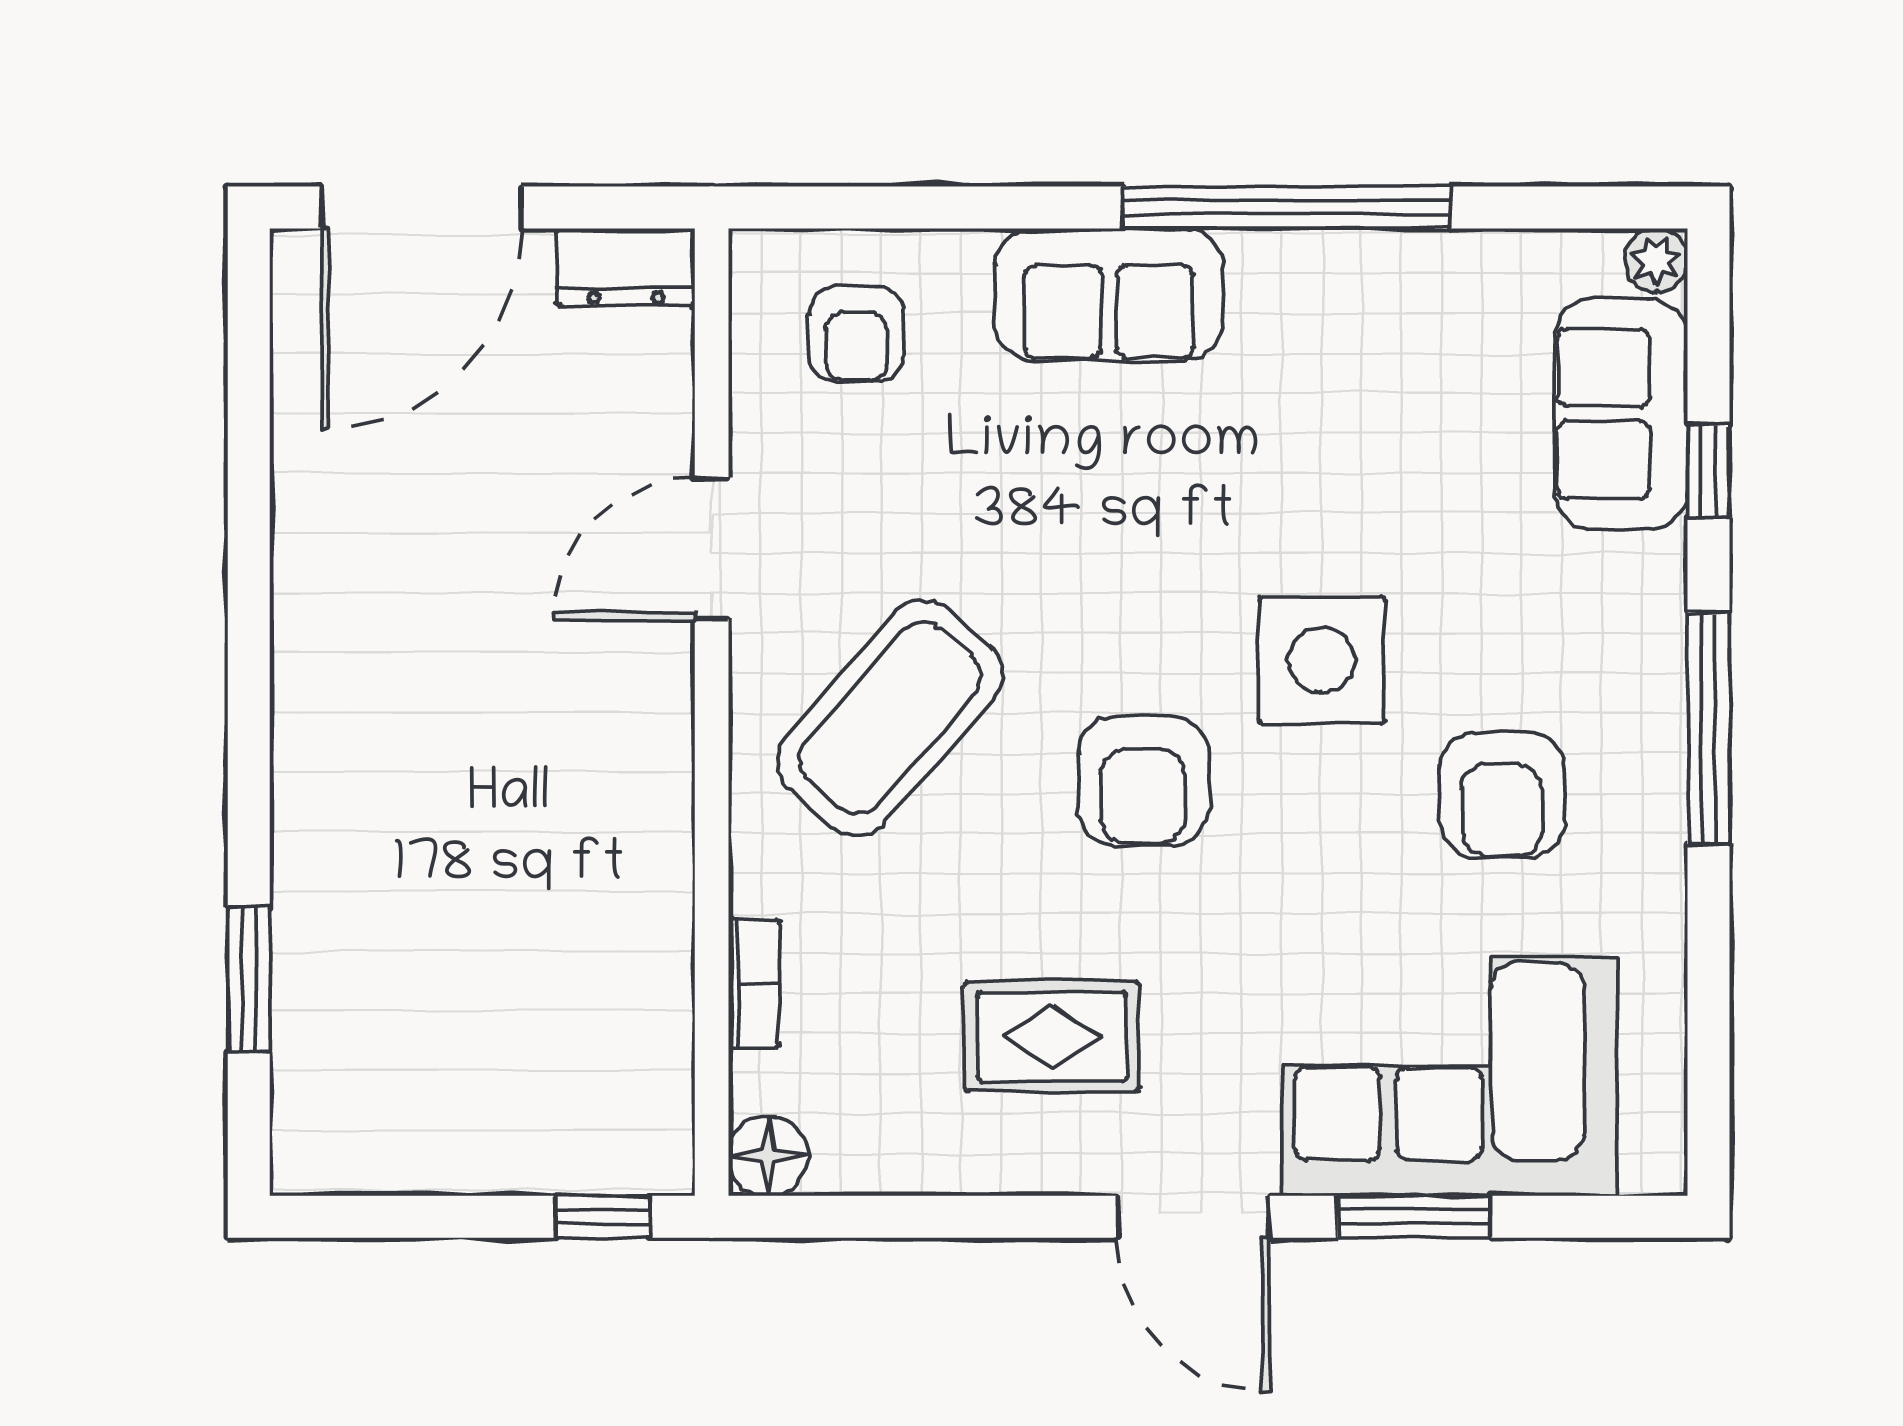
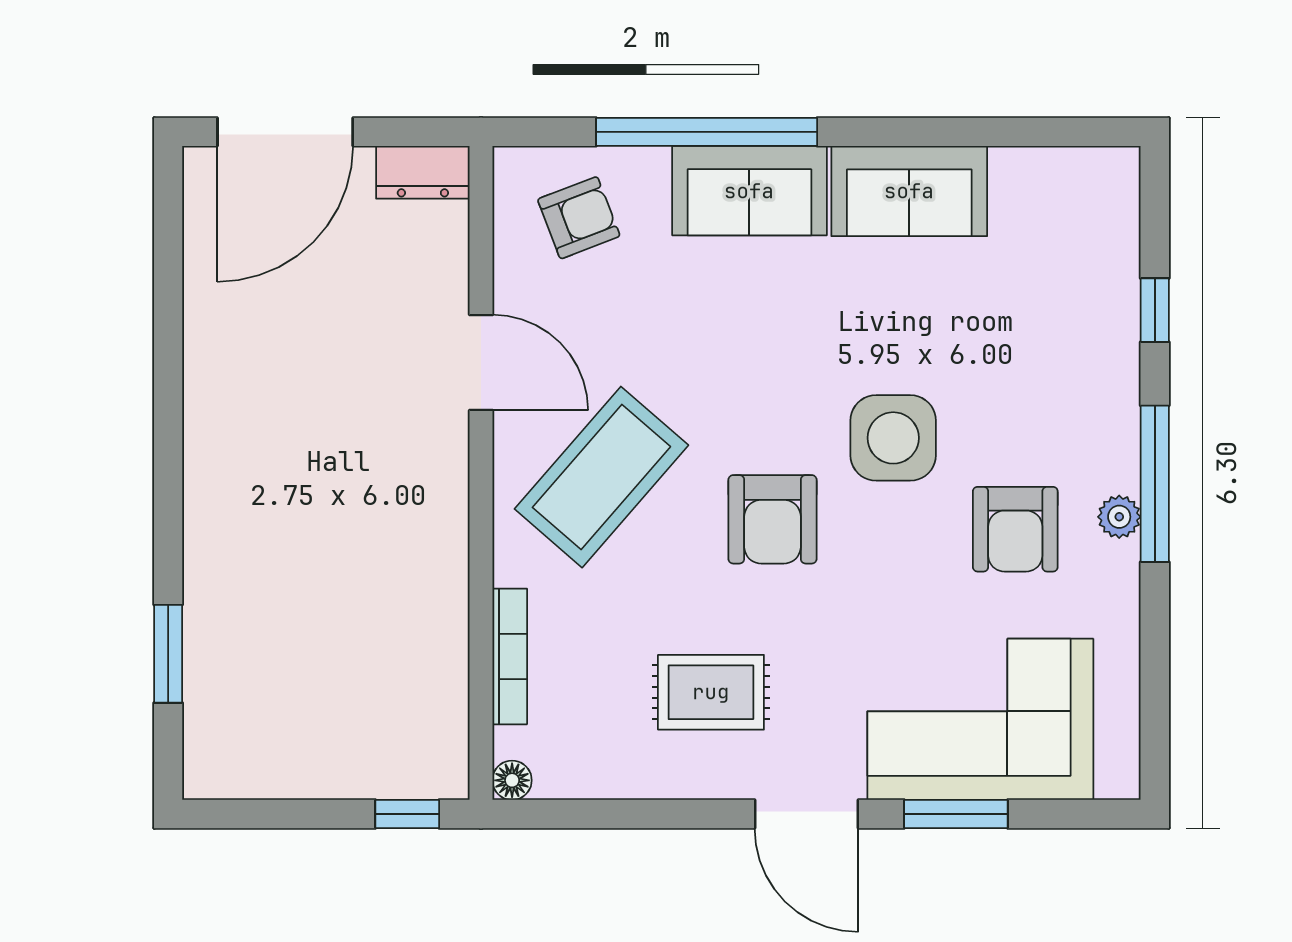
window: (1286, 207) -> (707, 132), moved
plant: (1656, 260) -> (1119, 517), moved
armchair: (856, 334) -> (579, 218), turned -111
sofa: (1621, 414) -> (909, 191), moved, turned -90
door: (712, 549) -> (481, 363), swing flipped
bookcase: (754, 984) -> (510, 656), width x1.56
floor lamp: (768, 1156) -> (512, 780), width x0.73, depth x0.73

